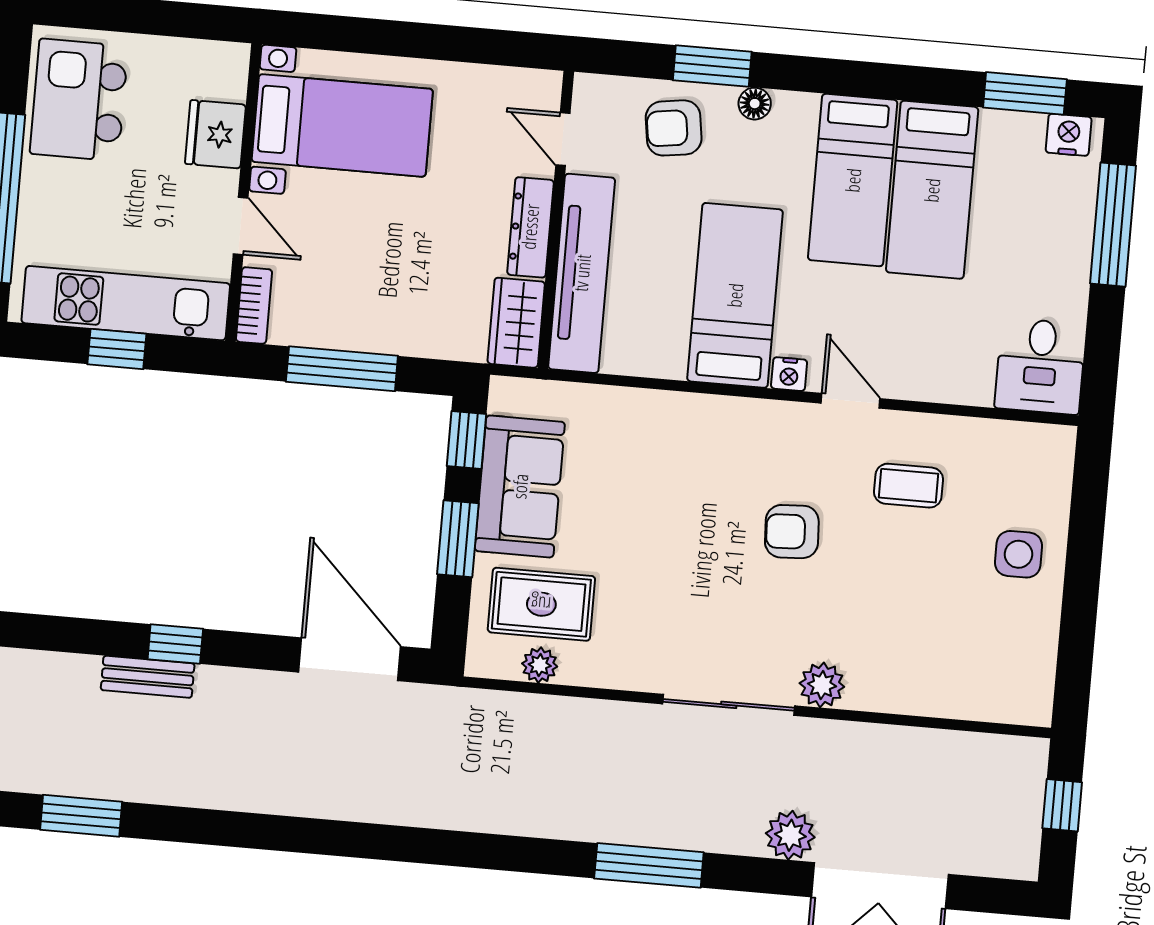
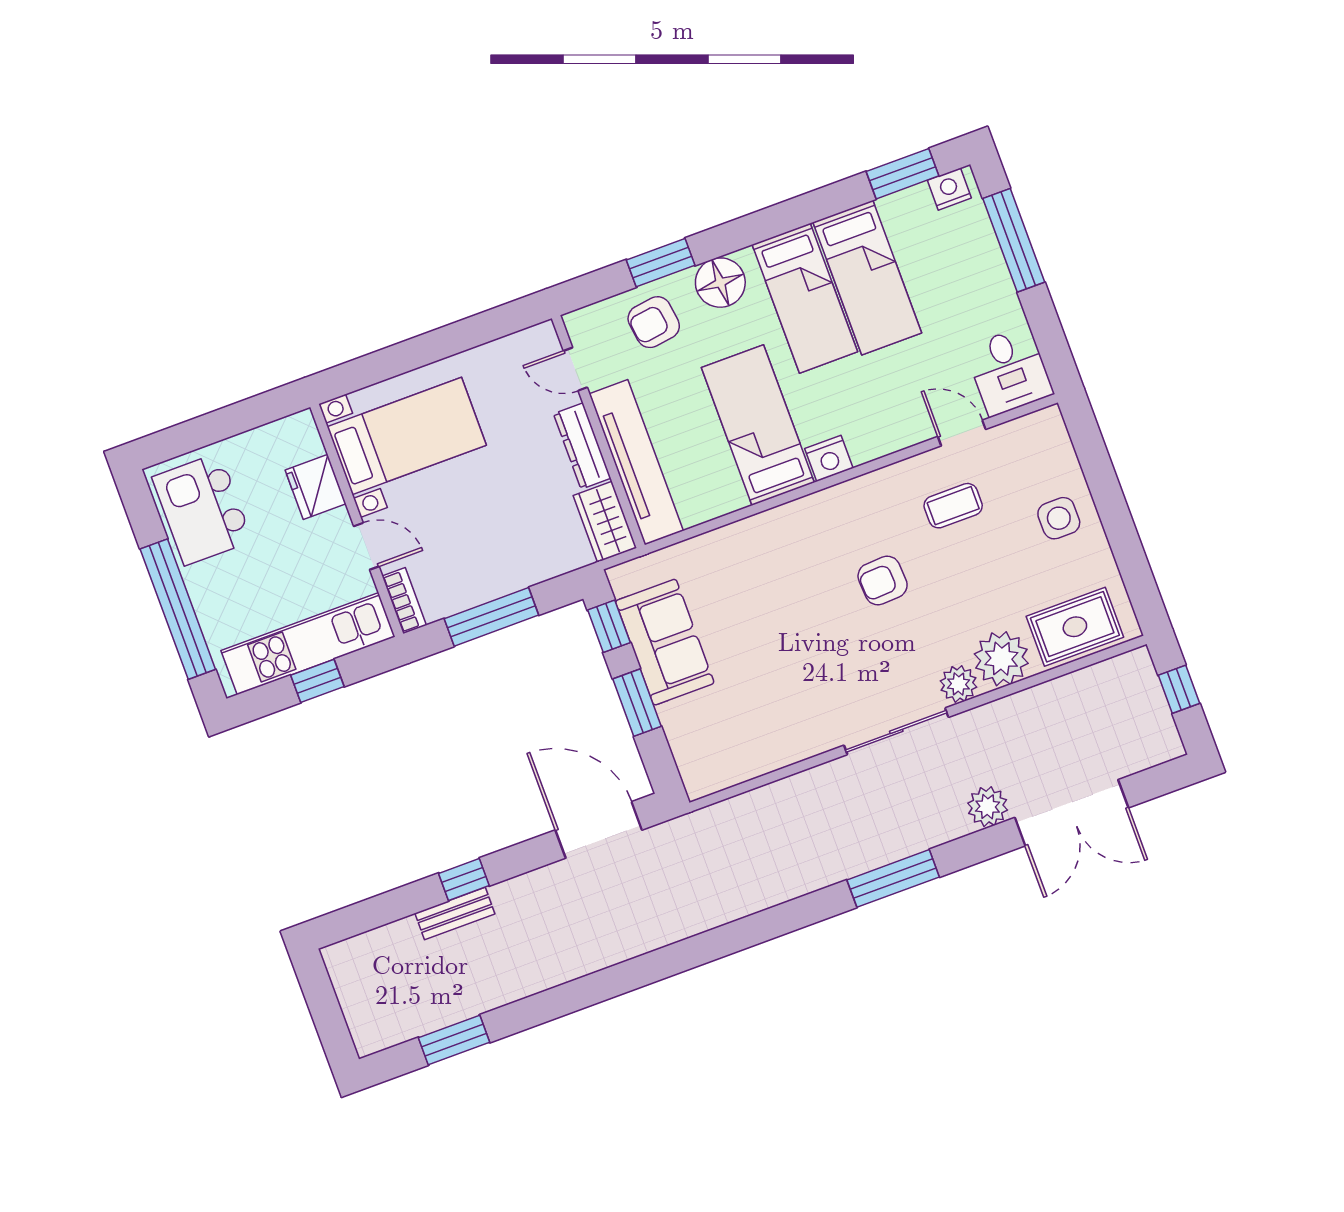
floor lamp: (755, 104) -> (720, 283), width x1.89, depth x1.89
nightstand: (789, 374) -> (829, 458), width x1.39, depth x1.35
door: (850, 401) -> (962, 433), moved
rug: (541, 604) -> (1075, 627), moved
plant: (540, 665) -> (1001, 659), moved, width x1.88, depth x1.88

